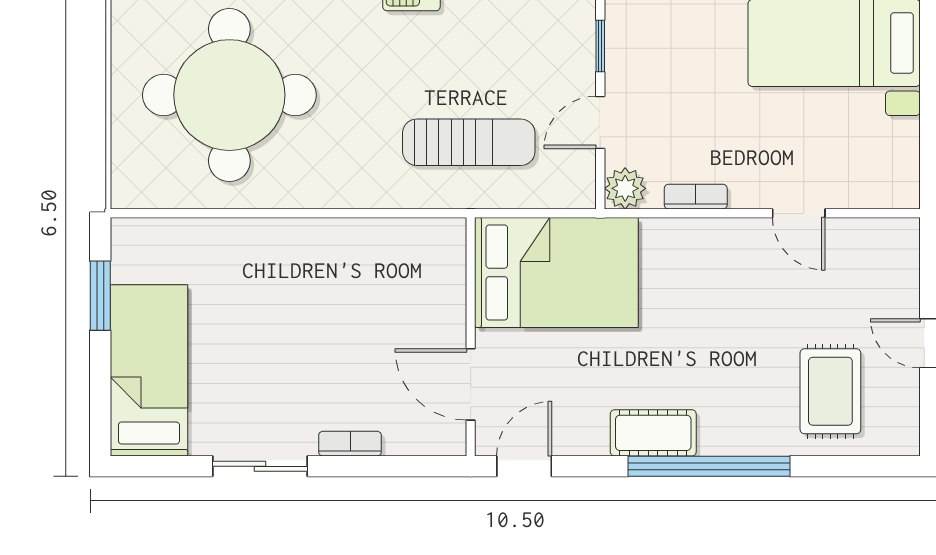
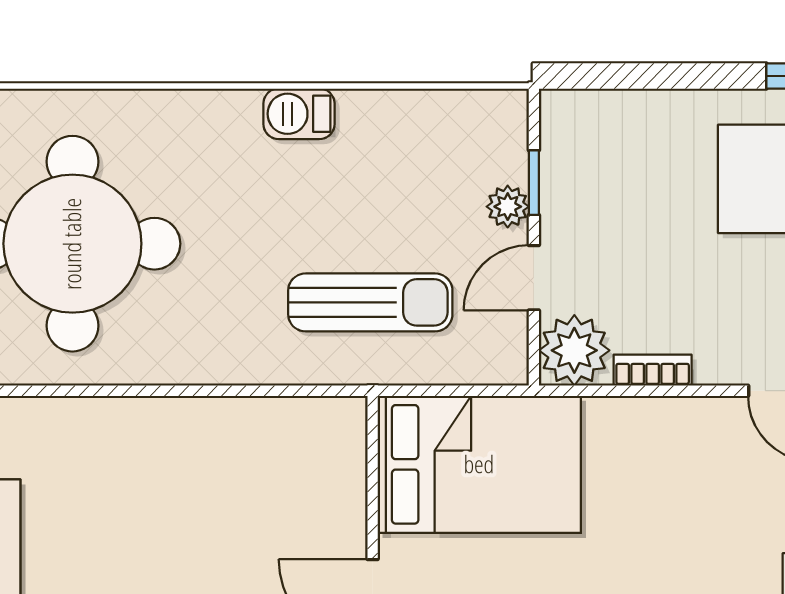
plant: (579, 65) -> (508, 207), added
plant: (625, 188) -> (574, 350), width x1.36, depth x1.36

